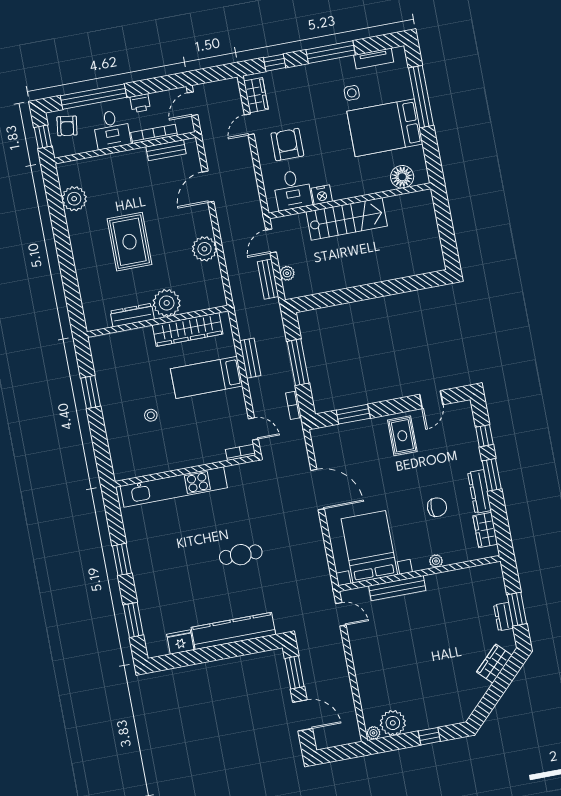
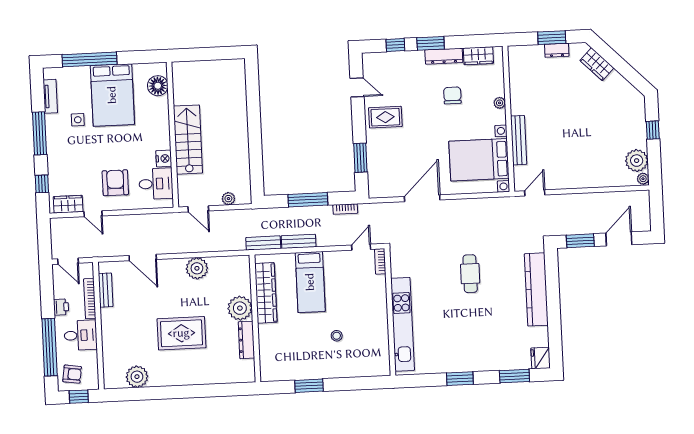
armchair: (287, 145) -> (115, 183), turned 90
bench: (268, 279) -> (263, 243), moved
fridge: (180, 642) -> (541, 358), moved

